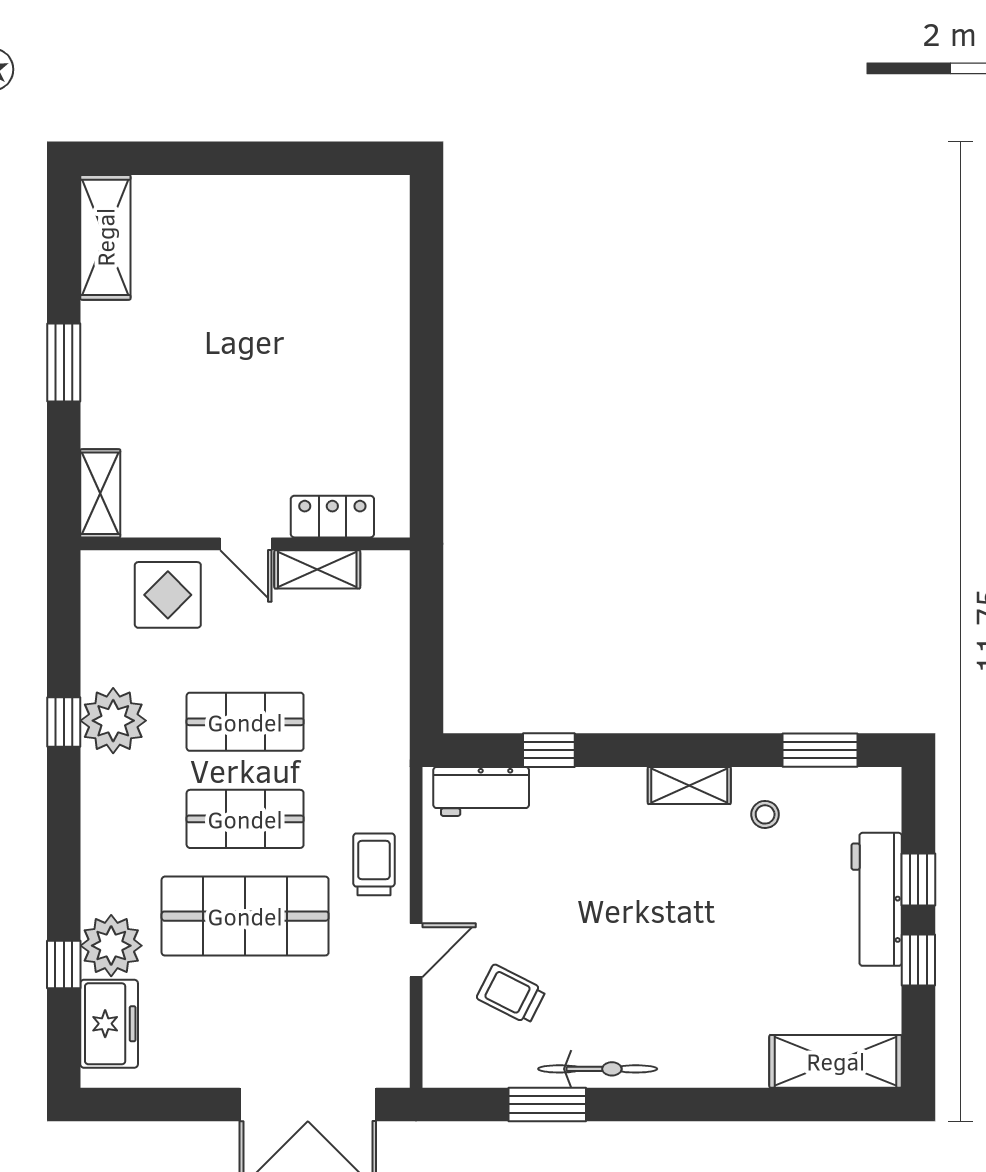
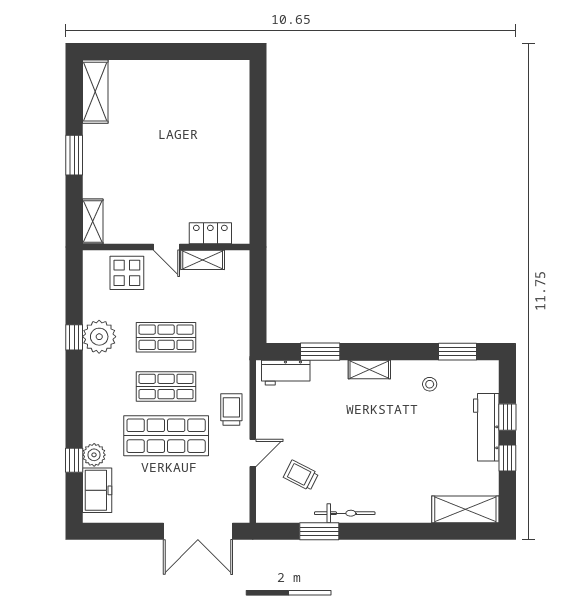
window: (549, 750) -> (320, 352), width x1.50
shelving: (689, 785) -> (369, 370), moved
plant: (111, 946) -> (94, 455), width x0.73, depth x0.73

